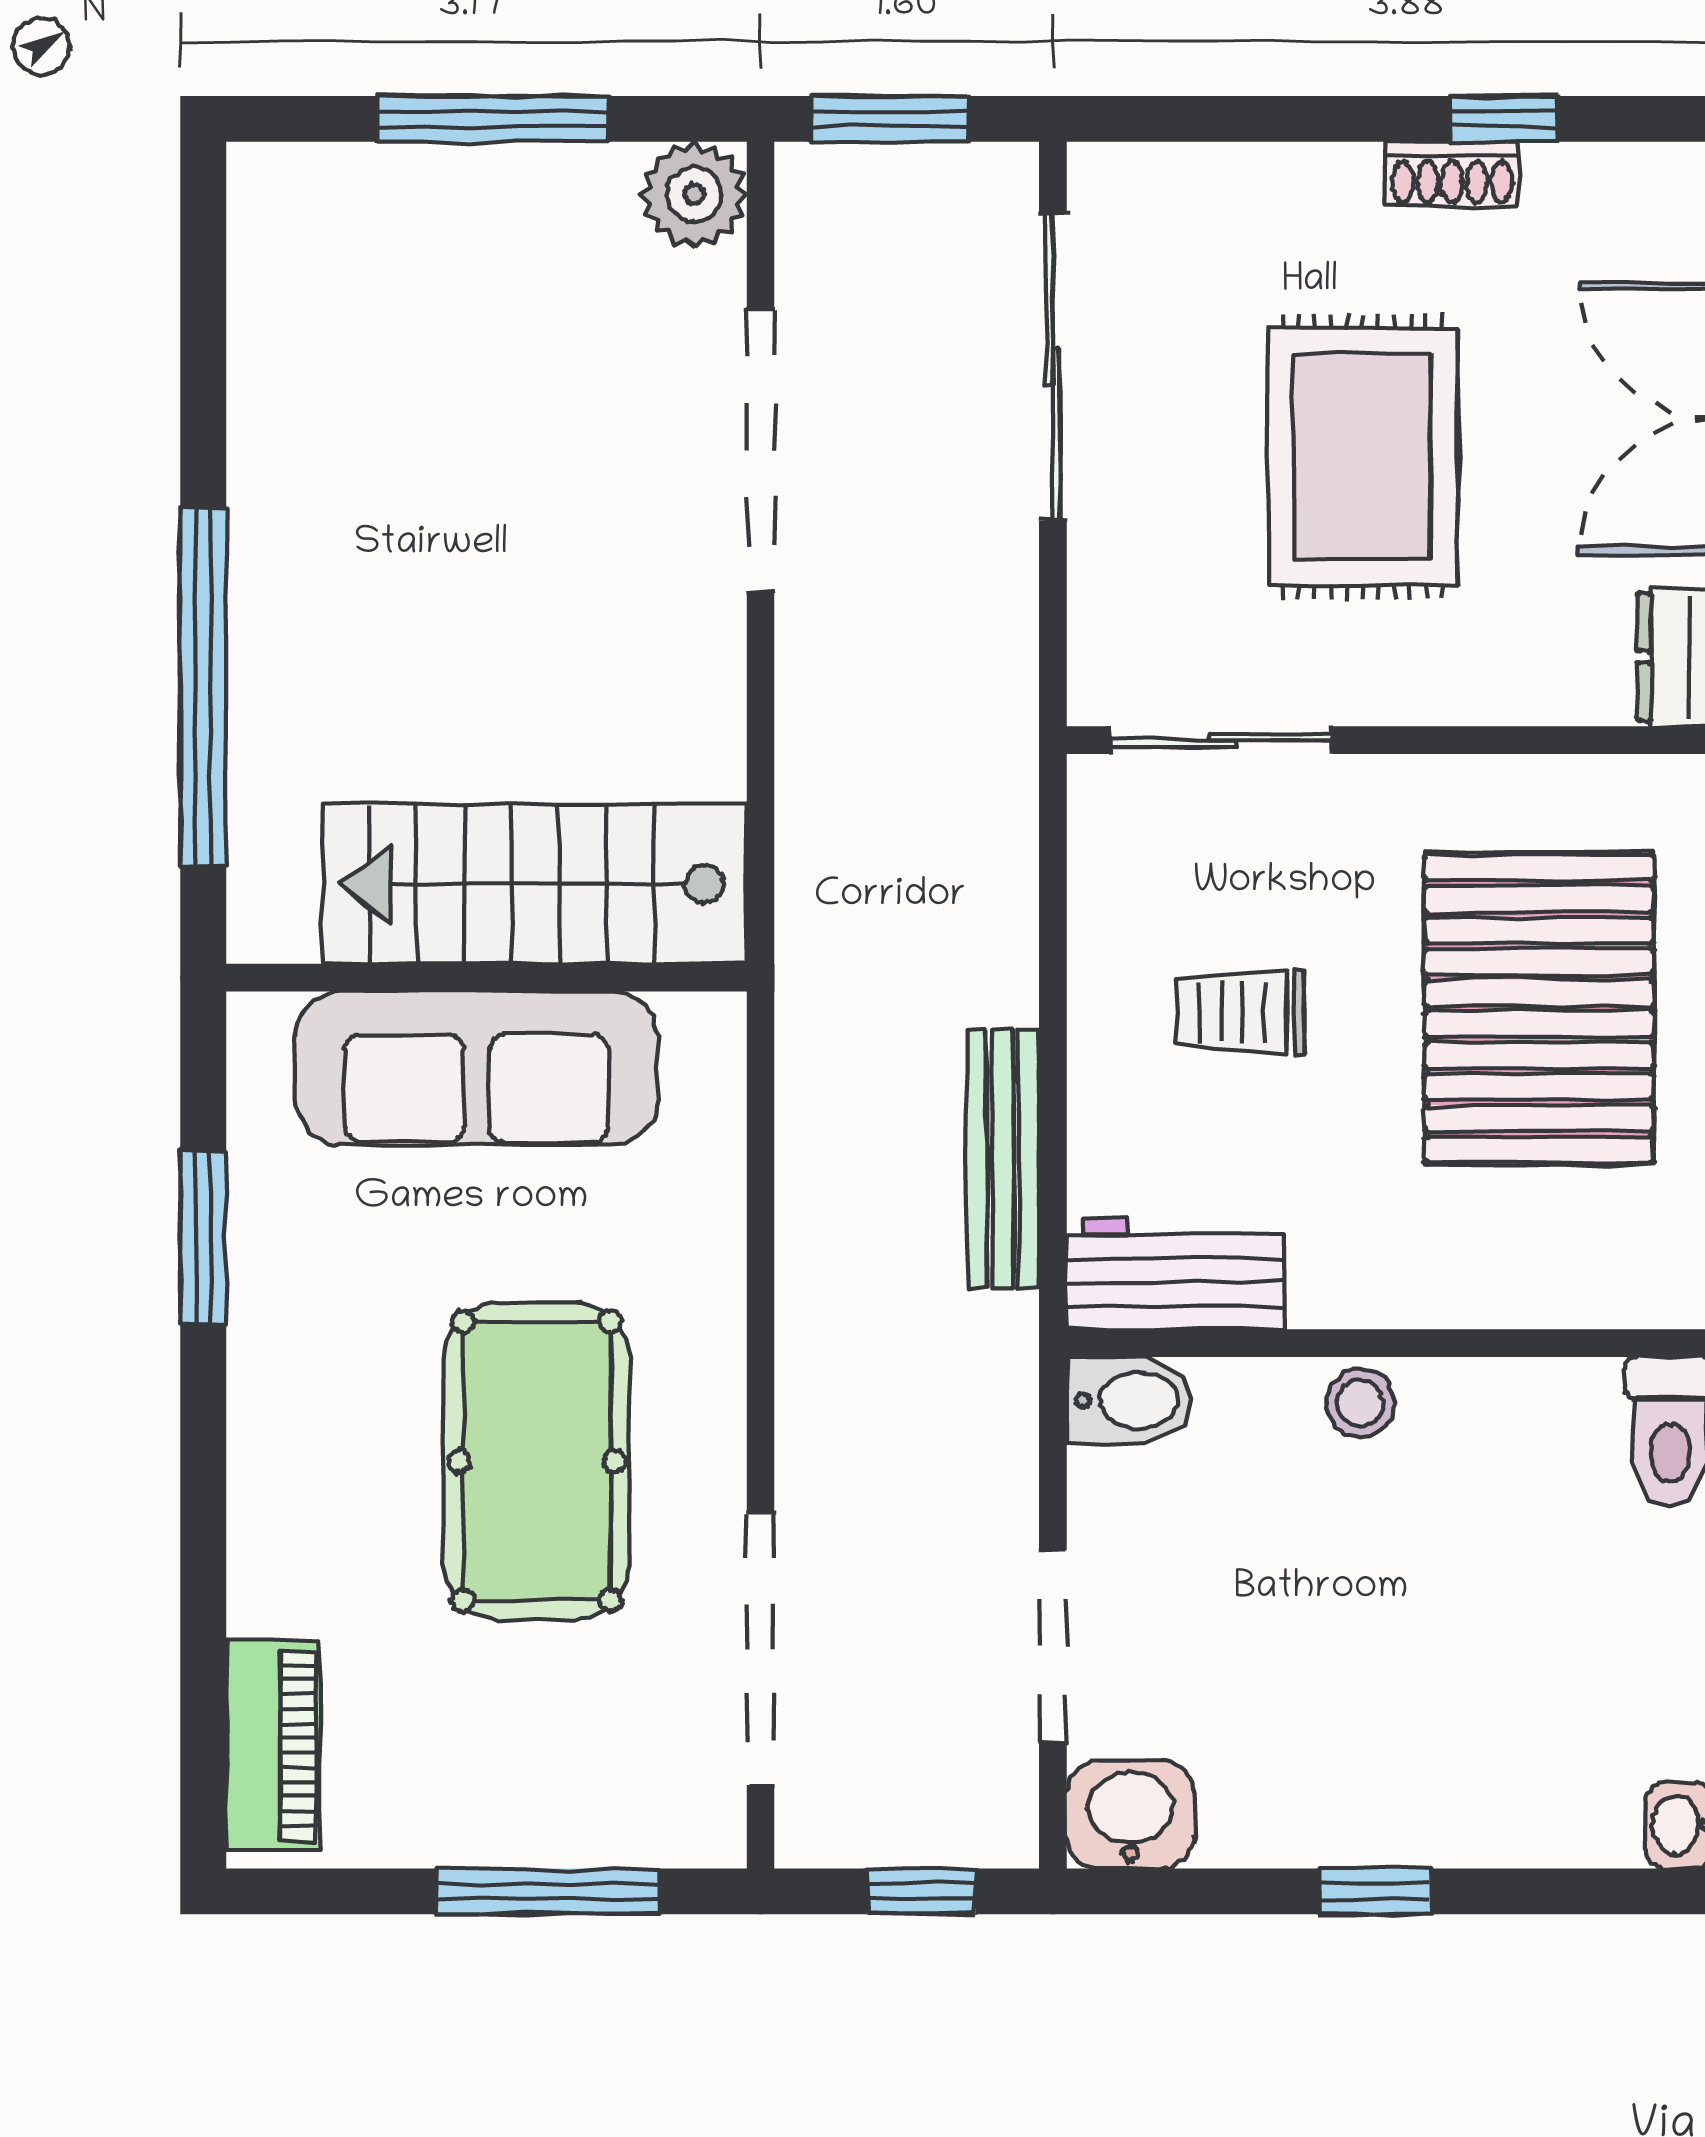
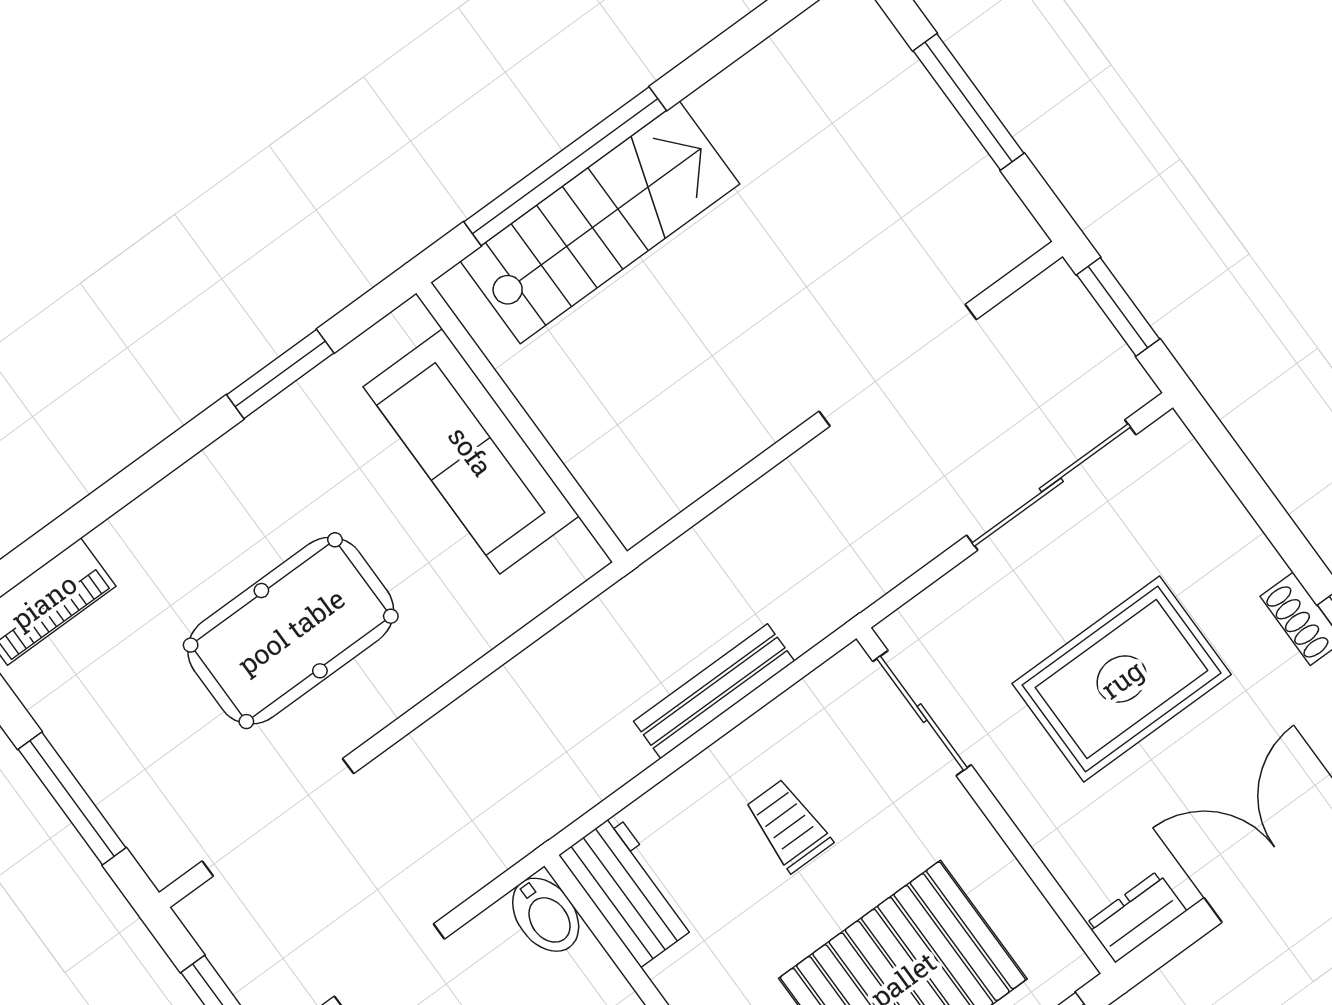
plant: (694, 195) -> (1005, 234), removed
stairs: (535, 884) -> (600, 222), moved, turned 90
bench: (1003, 1158) -> (714, 691), moved

